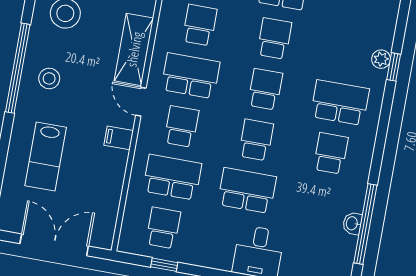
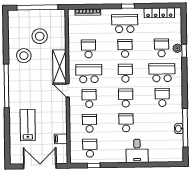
school desk: (349, 52) -> (162, 48), added
stool: (49, 78) -> (22, 88), removed
filing cabinet: (119, 138) -> (61, 139), moved
lab bench: (46, 156) -> (28, 125), turned 180
school desk: (172, 177) -> (89, 123), width x0.54
school desk: (247, 191) -> (126, 123), width x0.54

